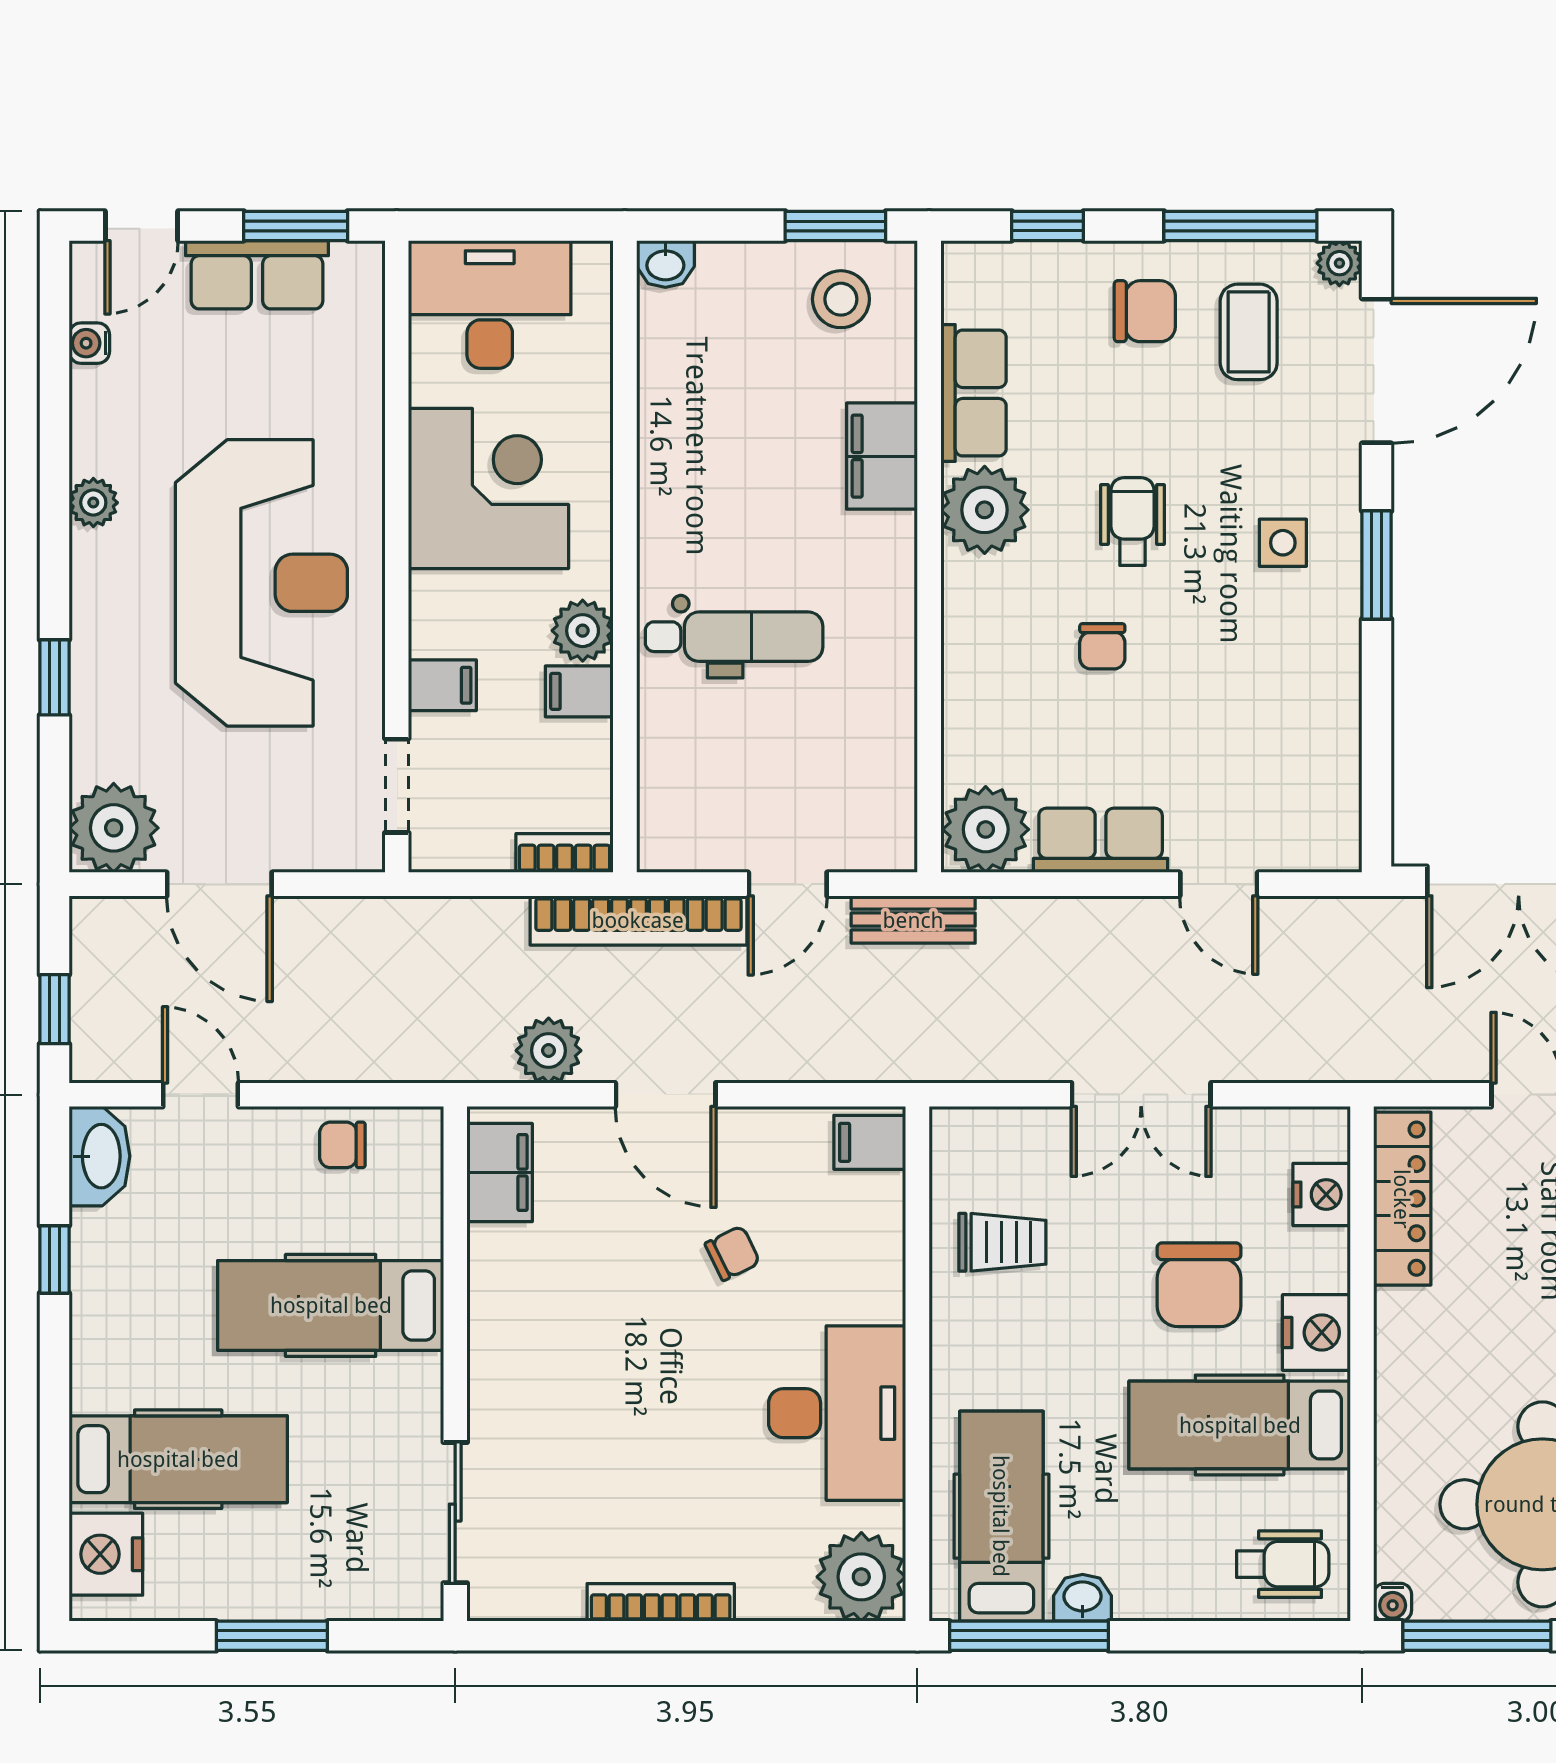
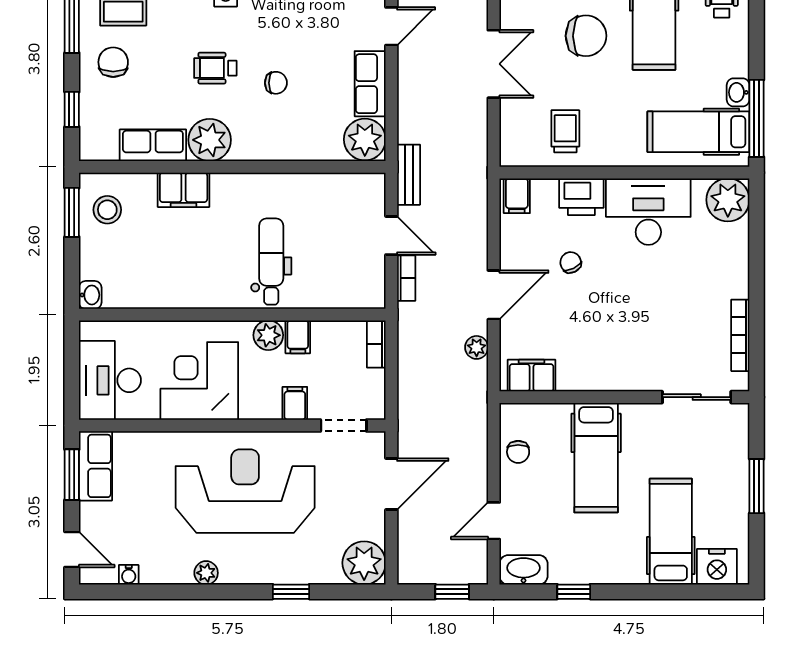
row of seats: (257, 275) -> (95, 466), moved
door: (219, 884) -> (391, 484), moved
bookcase: (638, 920) -> (406, 278), width x0.43, depth x0.76
plant: (549, 1051) -> (477, 347), width x0.73, depth x0.73
printer: (868, 1275) -> (581, 197), added
bookcase: (661, 1602) -> (740, 335), moved

